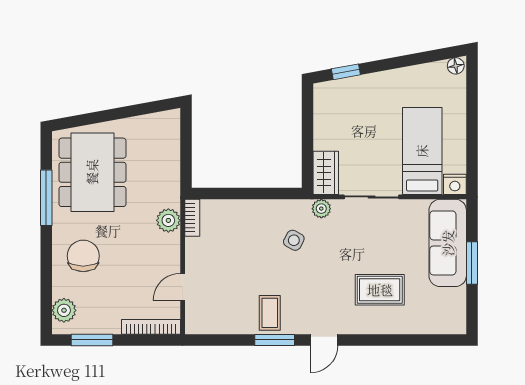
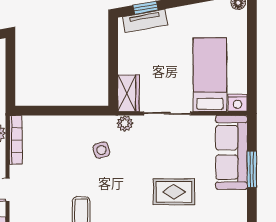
tv unit: (345, 87) -> (145, 21), added
bookcase: (192, 218) -> (16, 140), width x1.56
side table: (294, 240) -> (101, 150), turned 45

